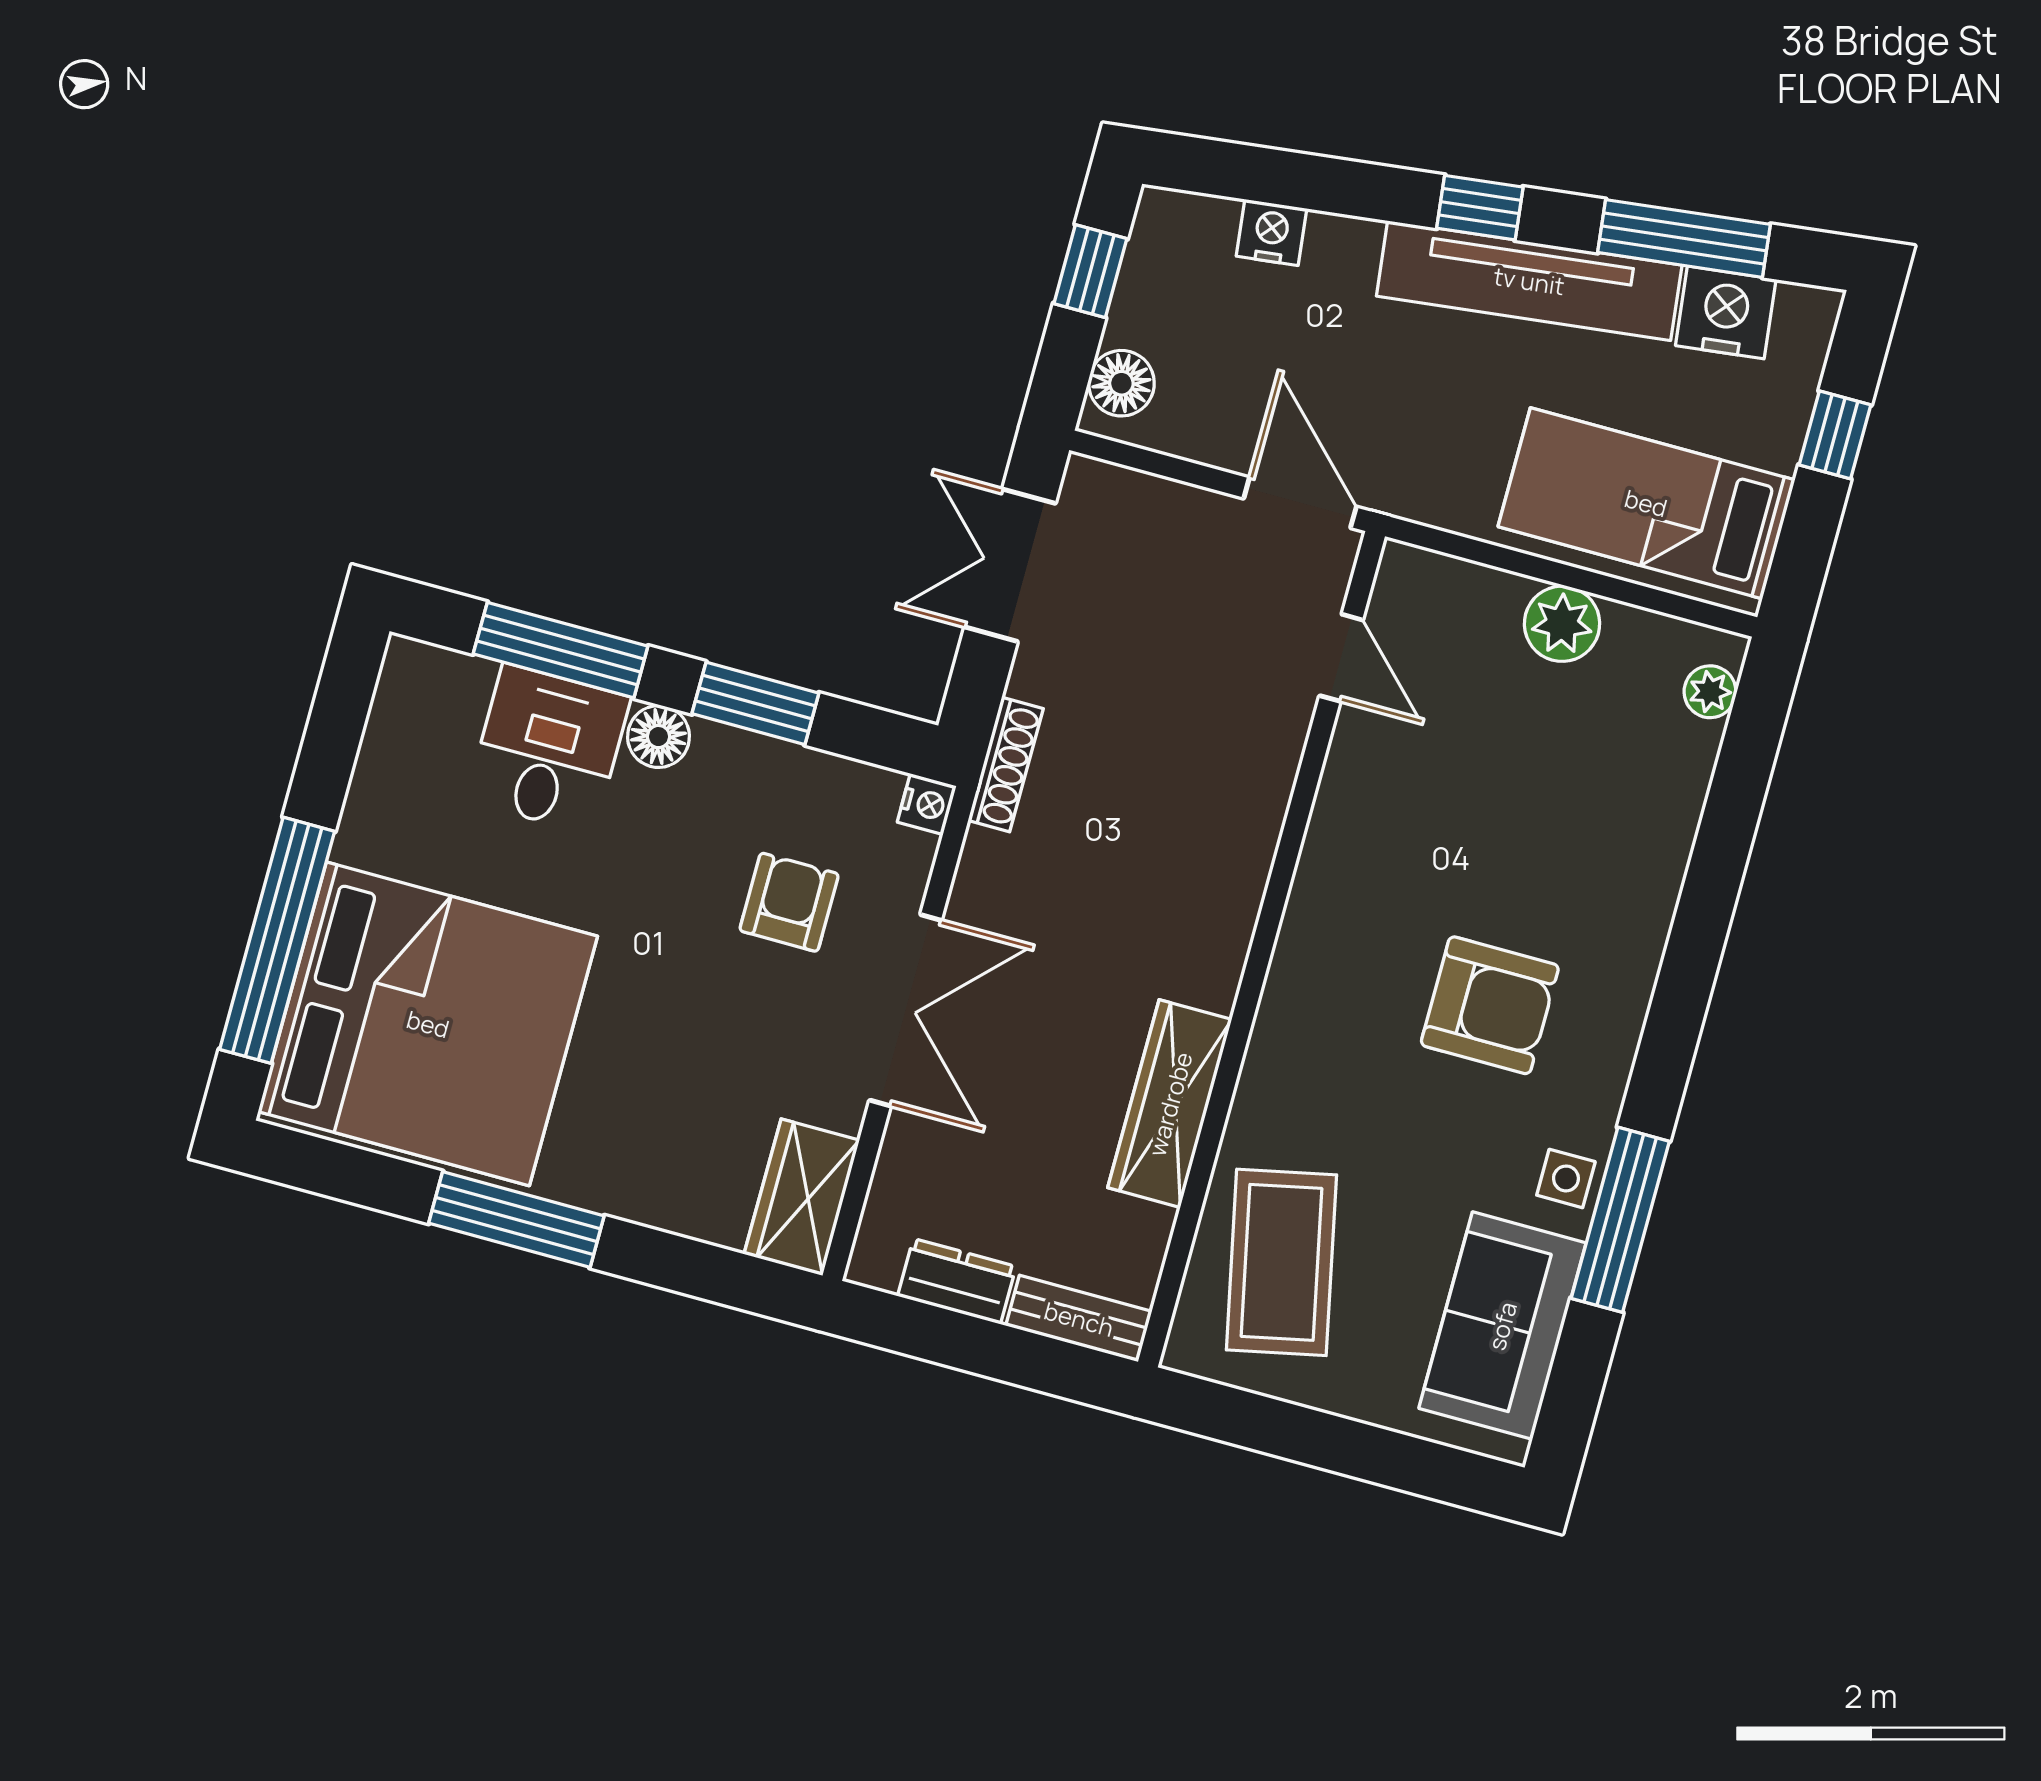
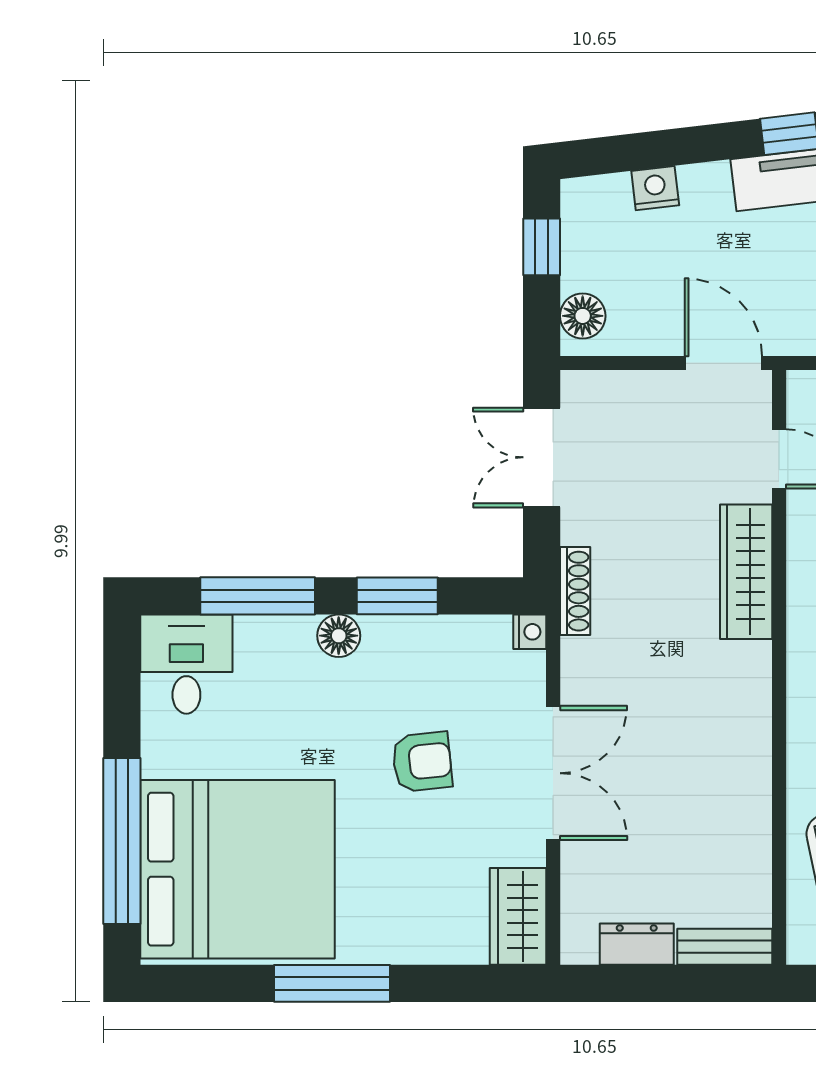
desk: (548, 749) -> (186, 664), moved
armchair: (789, 902) -> (422, 762), moved, turned 84
wardrobe: (1170, 1104) -> (746, 572), moved

